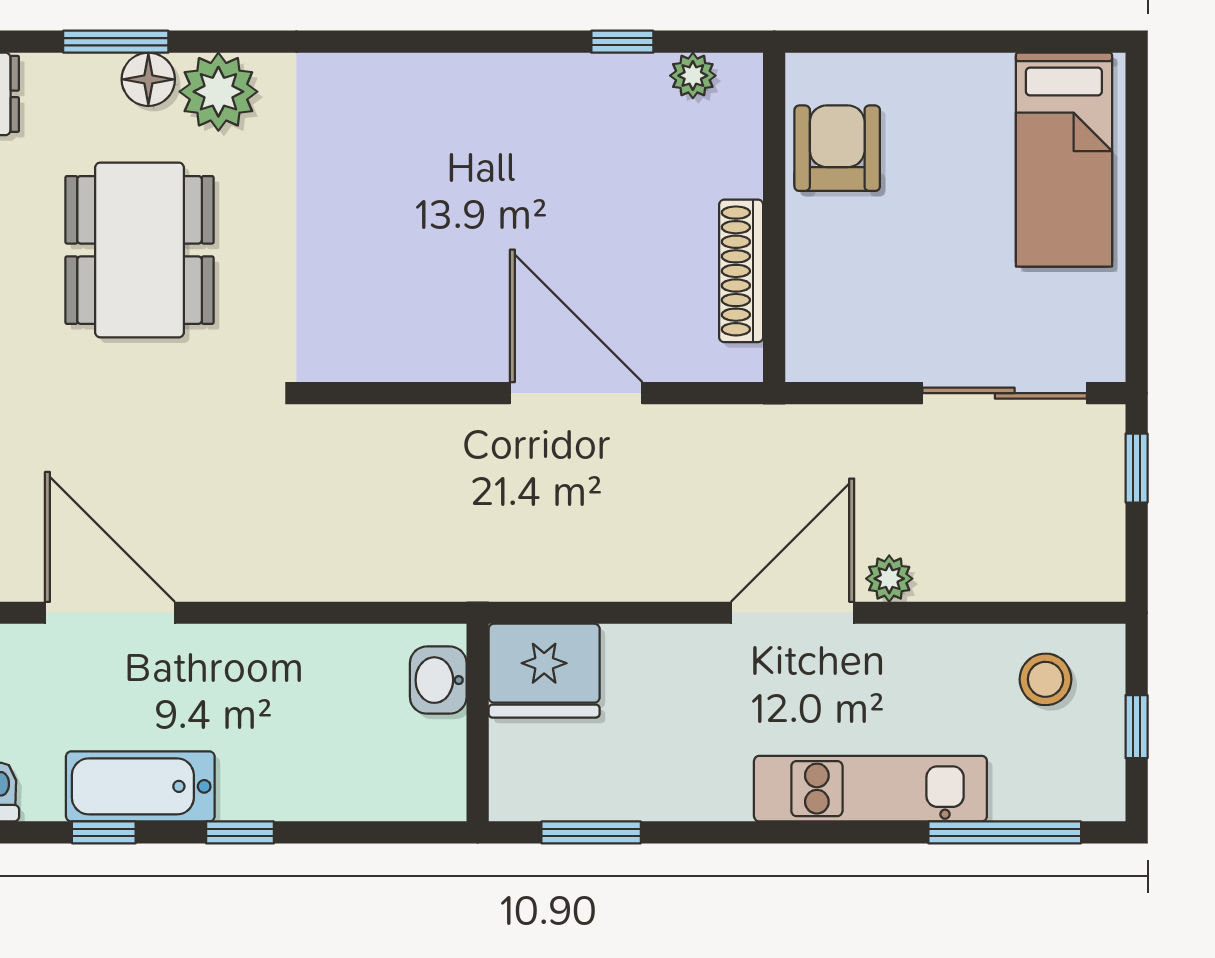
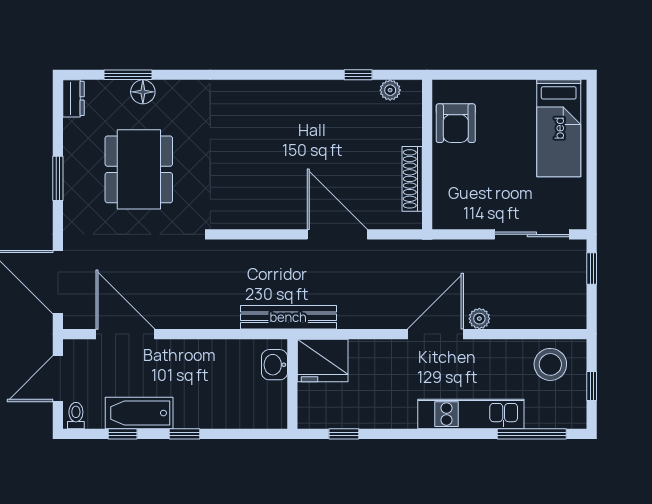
plant: (218, 92) -> (175, 97), removed
armchair: (837, 148) -> (456, 123), turned 180
bench: (469, 576) -> (288, 317), added
stool: (1045, 679) -> (550, 364), width x1.38, depth x1.38
window: (591, 832) -> (344, 434), width x0.67

